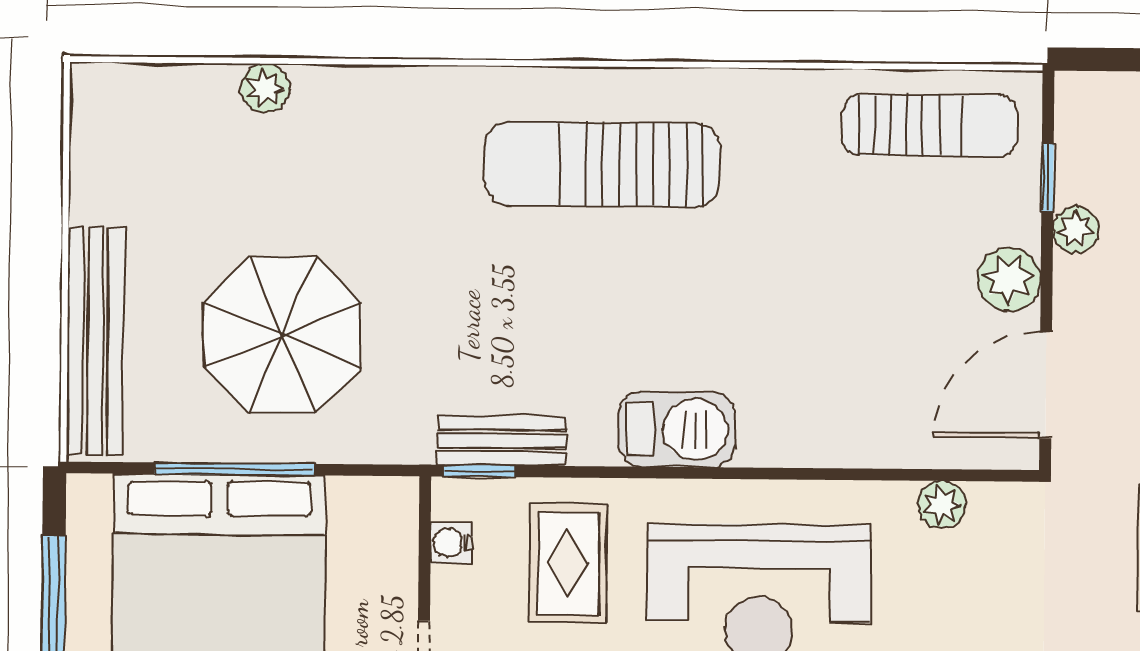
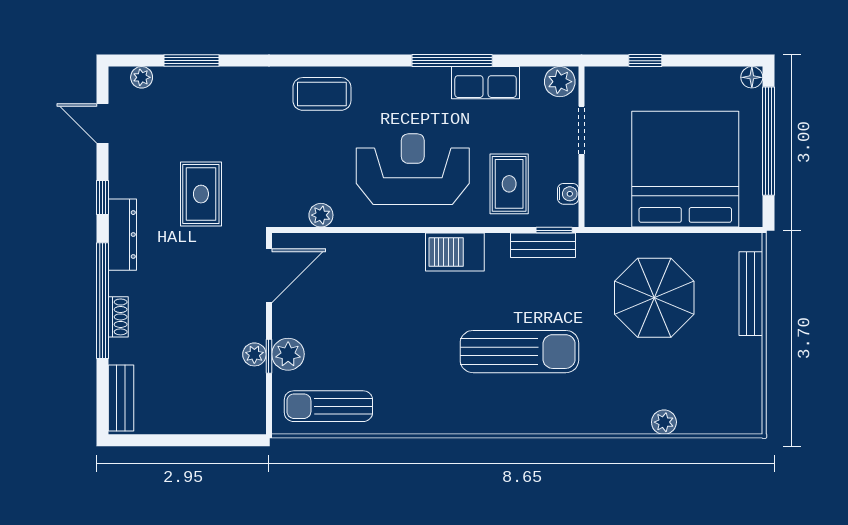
sun lounger: (602, 164) -> (519, 352), moved
window: (1048, 178) -> (269, 356), moved
plant: (1009, 279) -> (288, 354), moved
bench: (96, 342) -> (751, 294), width x0.73, depth x0.82
window: (234, 469) -> (678, 230), removed

